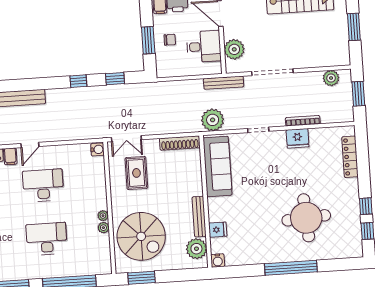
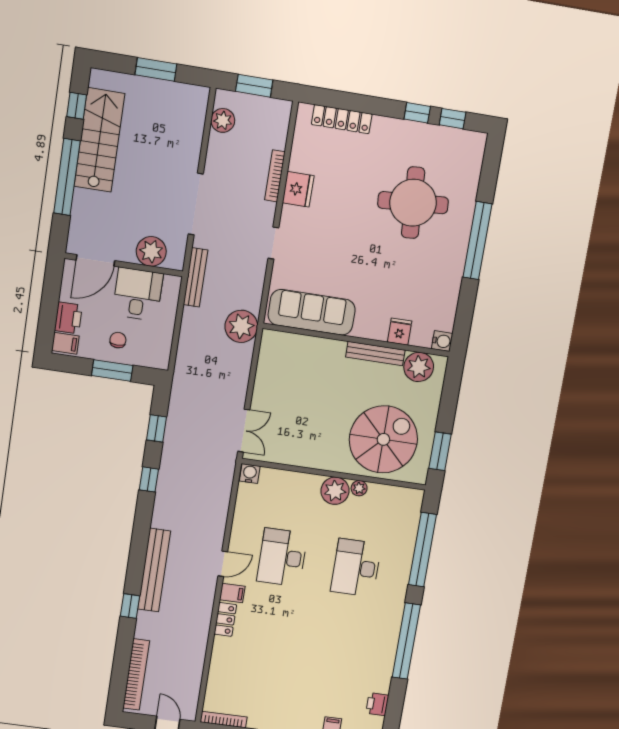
plant: (213, 120) -> (241, 326), moved
shoe rack: (180, 143) -> (267, 358), removed
door: (30, 145) -> (223, 564), hinge flipped
rug: (136, 173) -> (295, 427), removed
plant: (103, 216) -> (335, 491), width x1.88, depth x1.88

